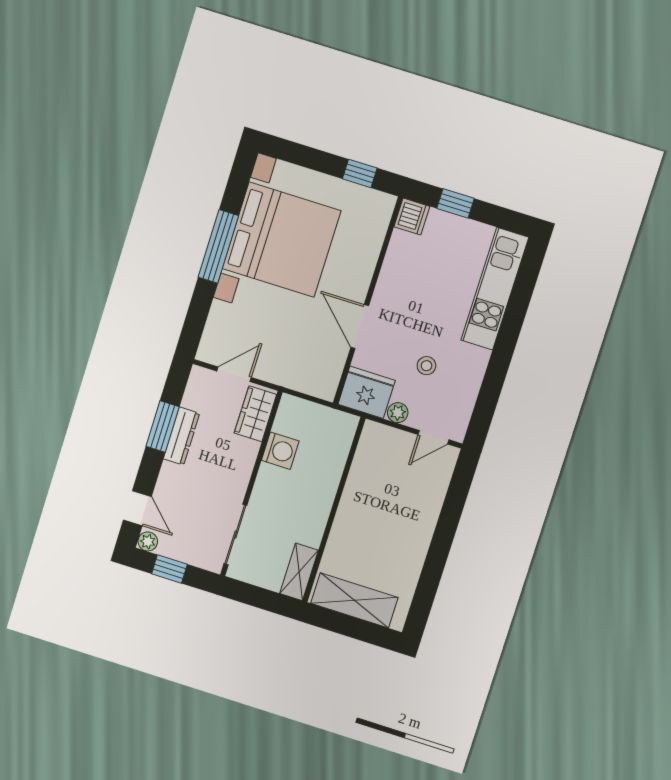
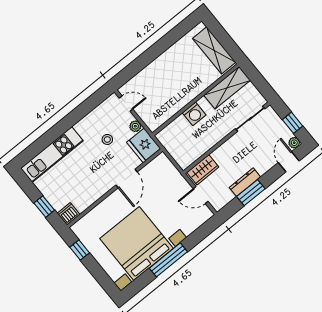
washing machine: (280, 451) -> (194, 114), moved, turned 180
shelving: (299, 572) -> (227, 88), width x1.50, depth x1.33

